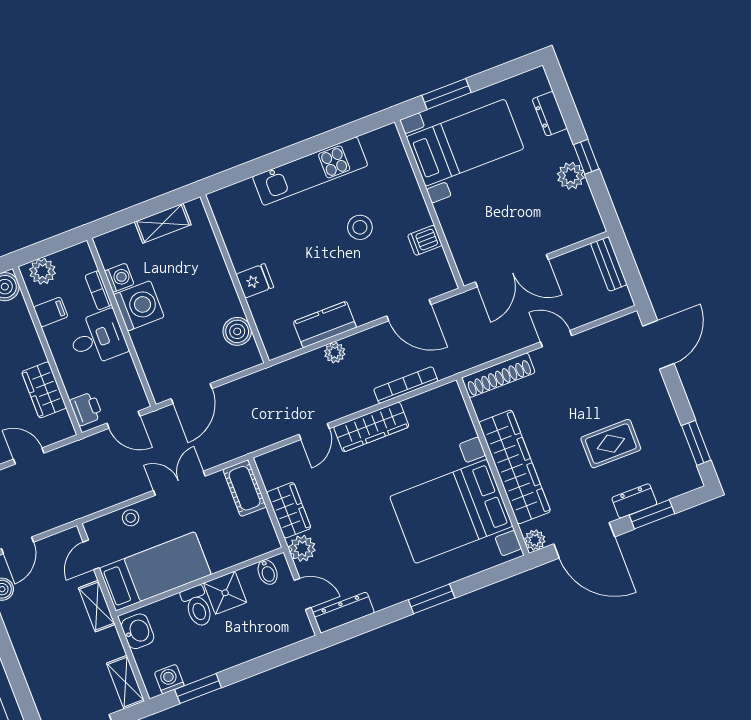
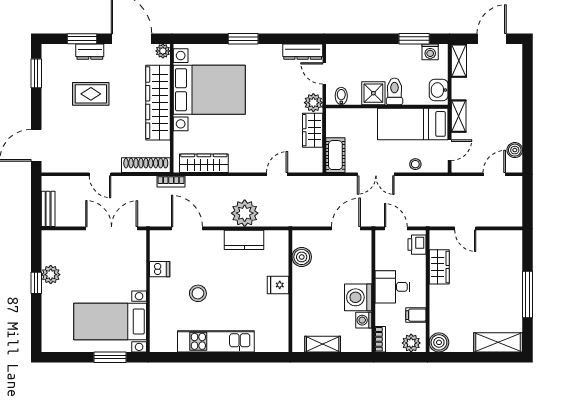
dresser: (550, 114) -> (49, 319), removed
bookcase: (98, 290) -> (380, 339), moved
plant: (335, 353) -> (245, 213), width x1.87, depth x1.87
bookcase: (406, 385) -> (171, 181), moved, width x0.64
wardrobe: (371, 427) -> (204, 163), moved

